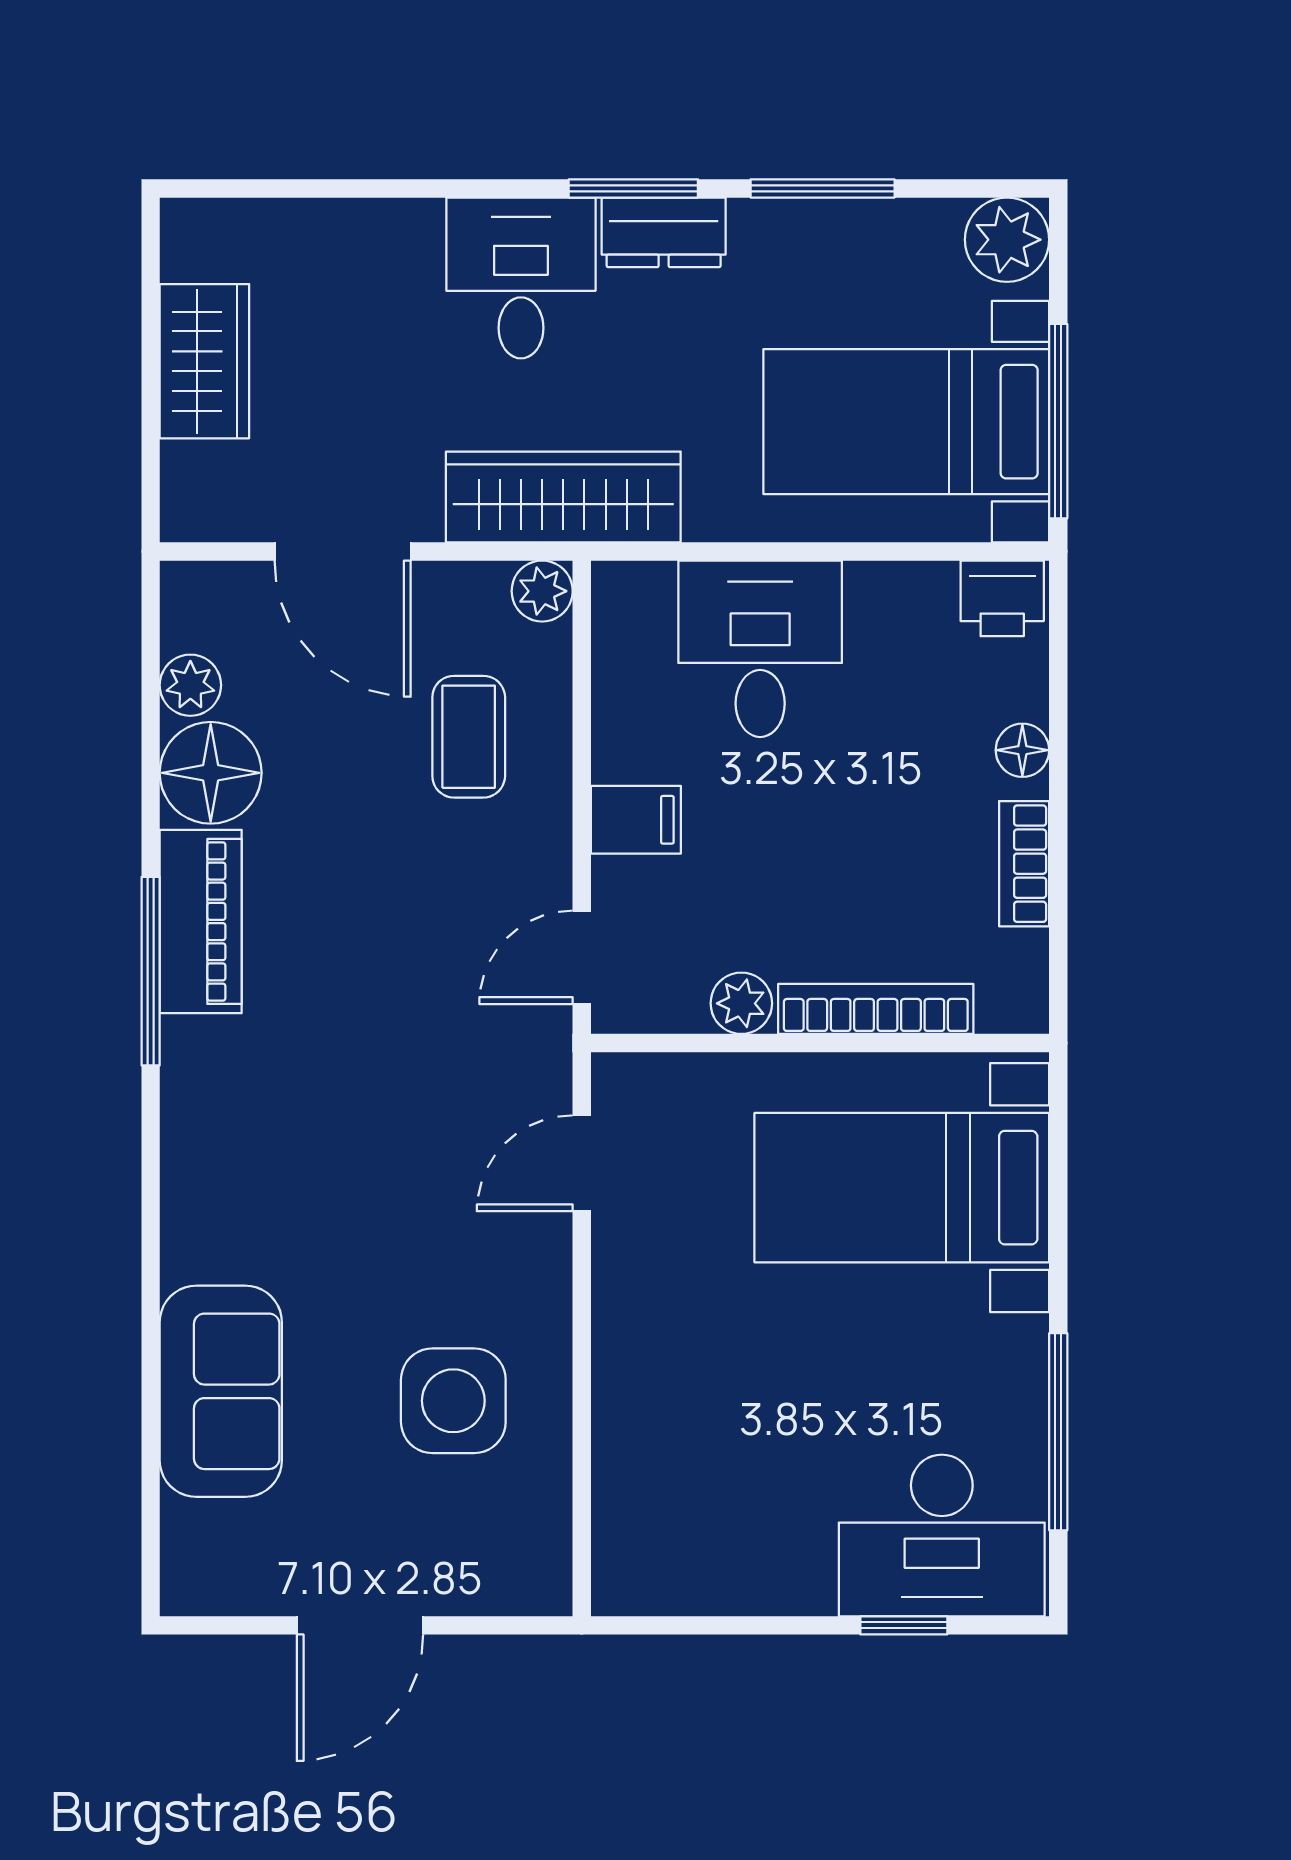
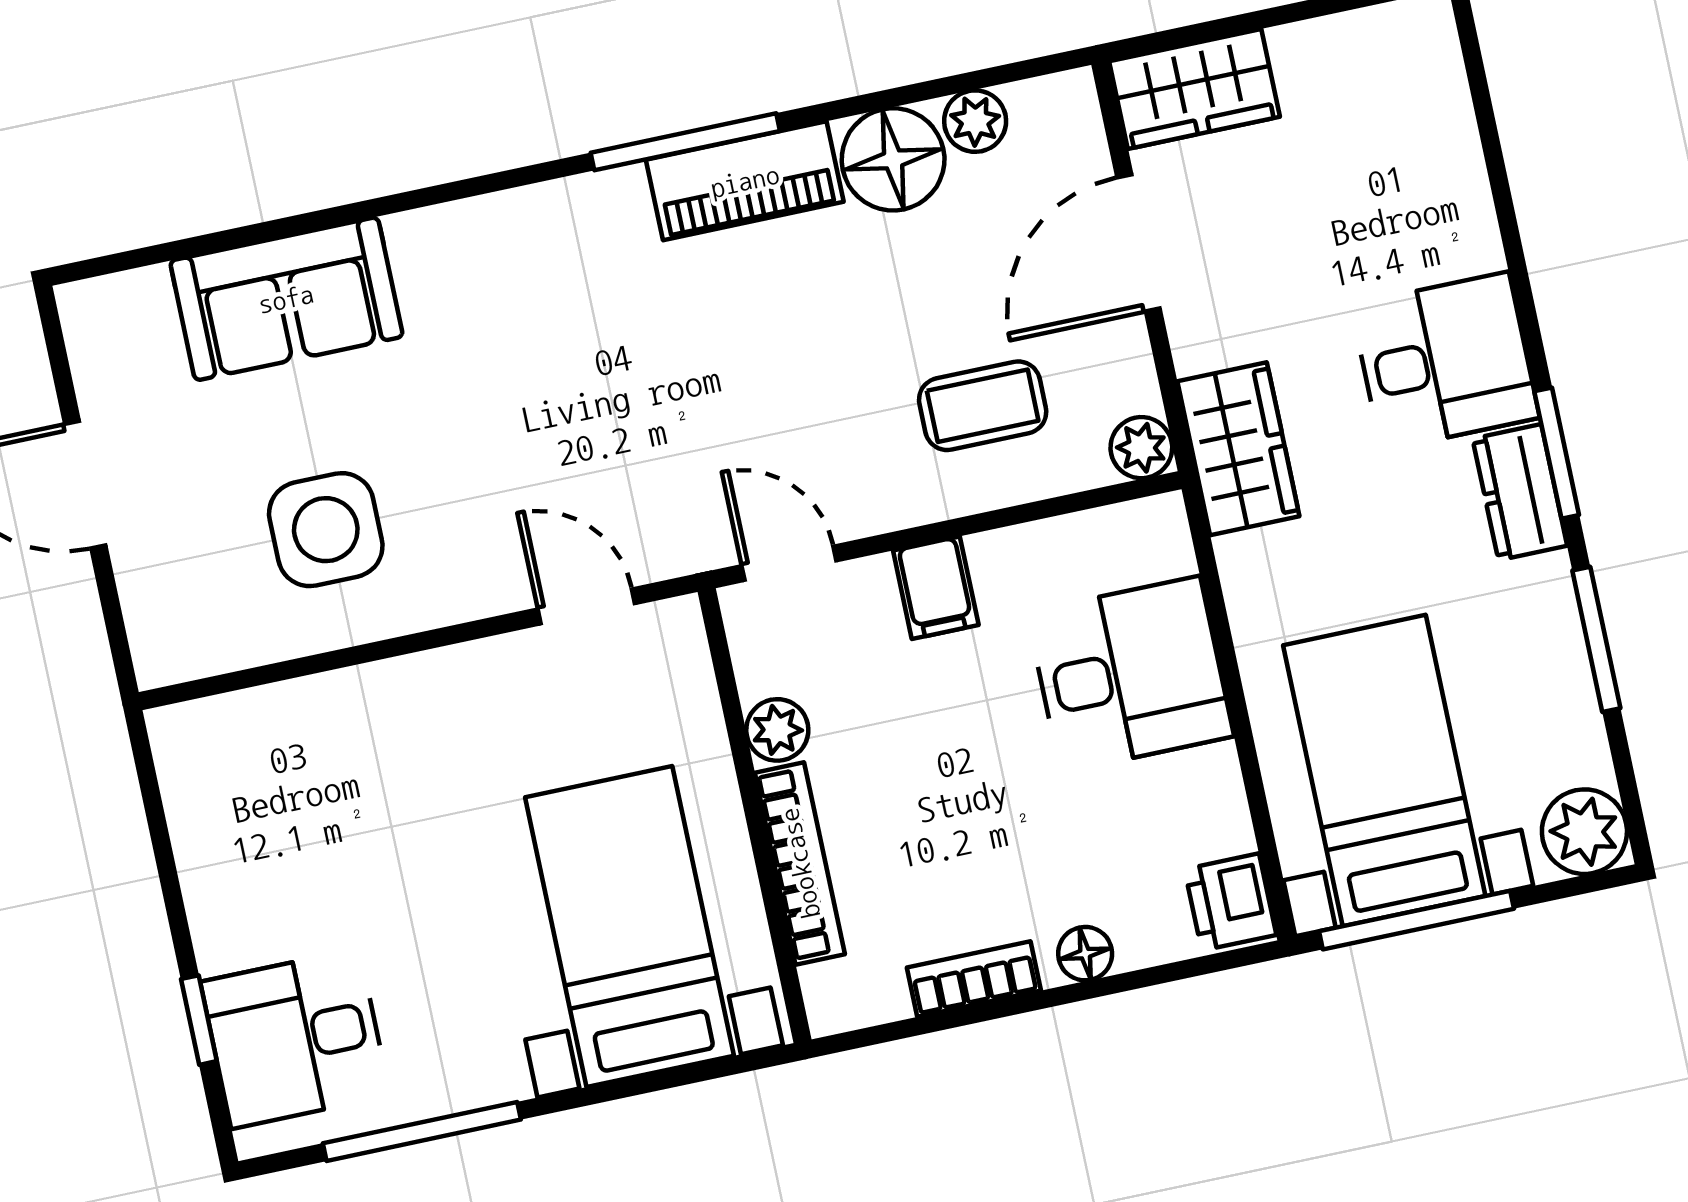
wardrobe: (204, 361) -> (1194, 89), moved
wardrobe: (563, 497) -> (1238, 449), width x0.67
desk: (942, 1535) -> (295, 1039), width x0.73

